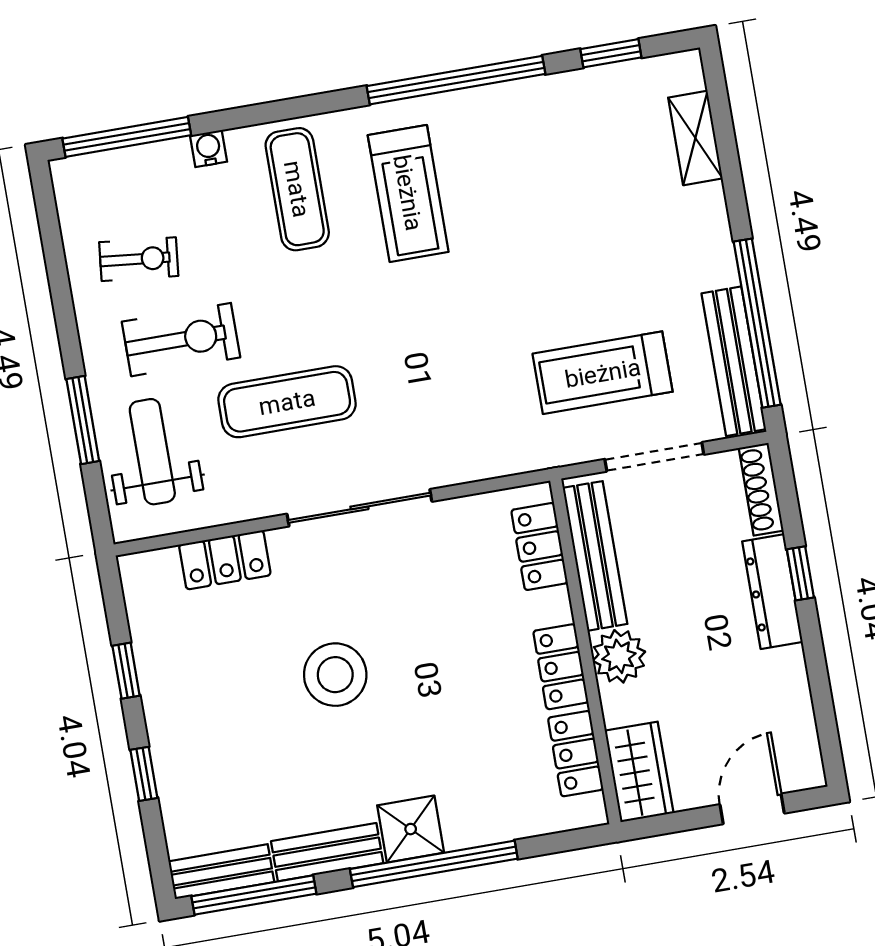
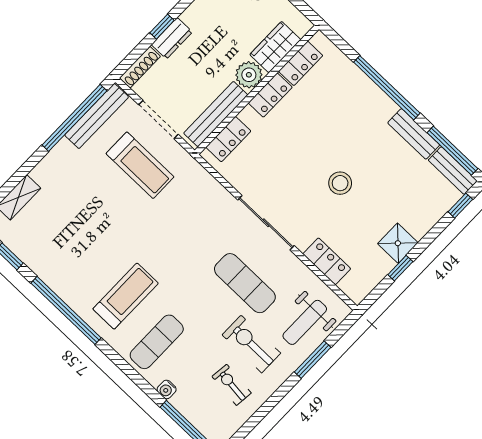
dresser: (772, 592) -> (172, 38), width x0.70
stool: (335, 675) -> (340, 183), width x0.73, depth x0.73
wardrobe: (639, 772) -> (275, 47), moved
window: (144, 774) -> (460, 206), moved
shower: (411, 829) -> (398, 243), moved

